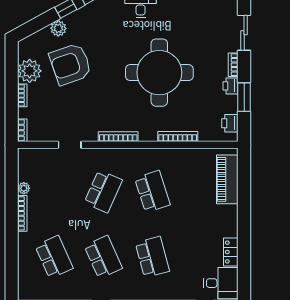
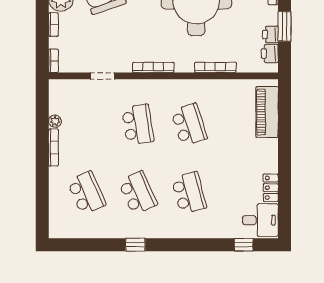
printer: (231, 86) -> (270, 34), moved
school desk: (103, 191) -> (138, 125), turned -33

